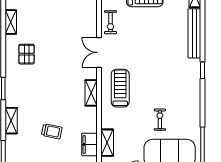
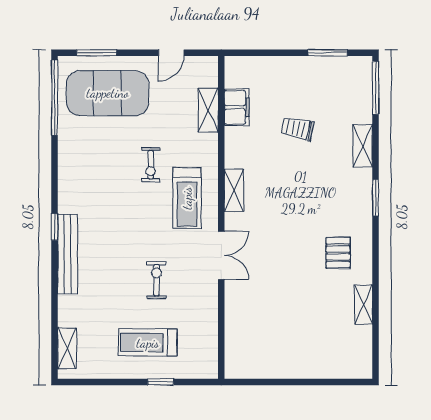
exercise bike: (110, 22) -> (156, 280), moved
bench: (194, 33) -> (68, 254), moved
exercise bike: (160, 120) -> (151, 165), moved

